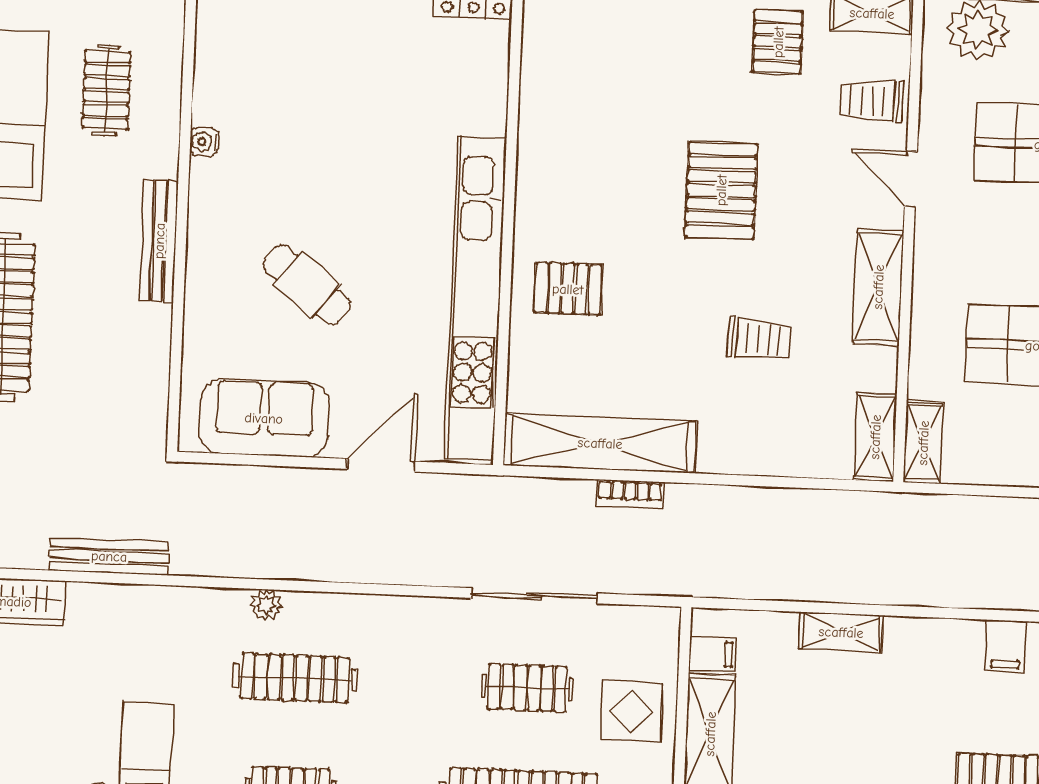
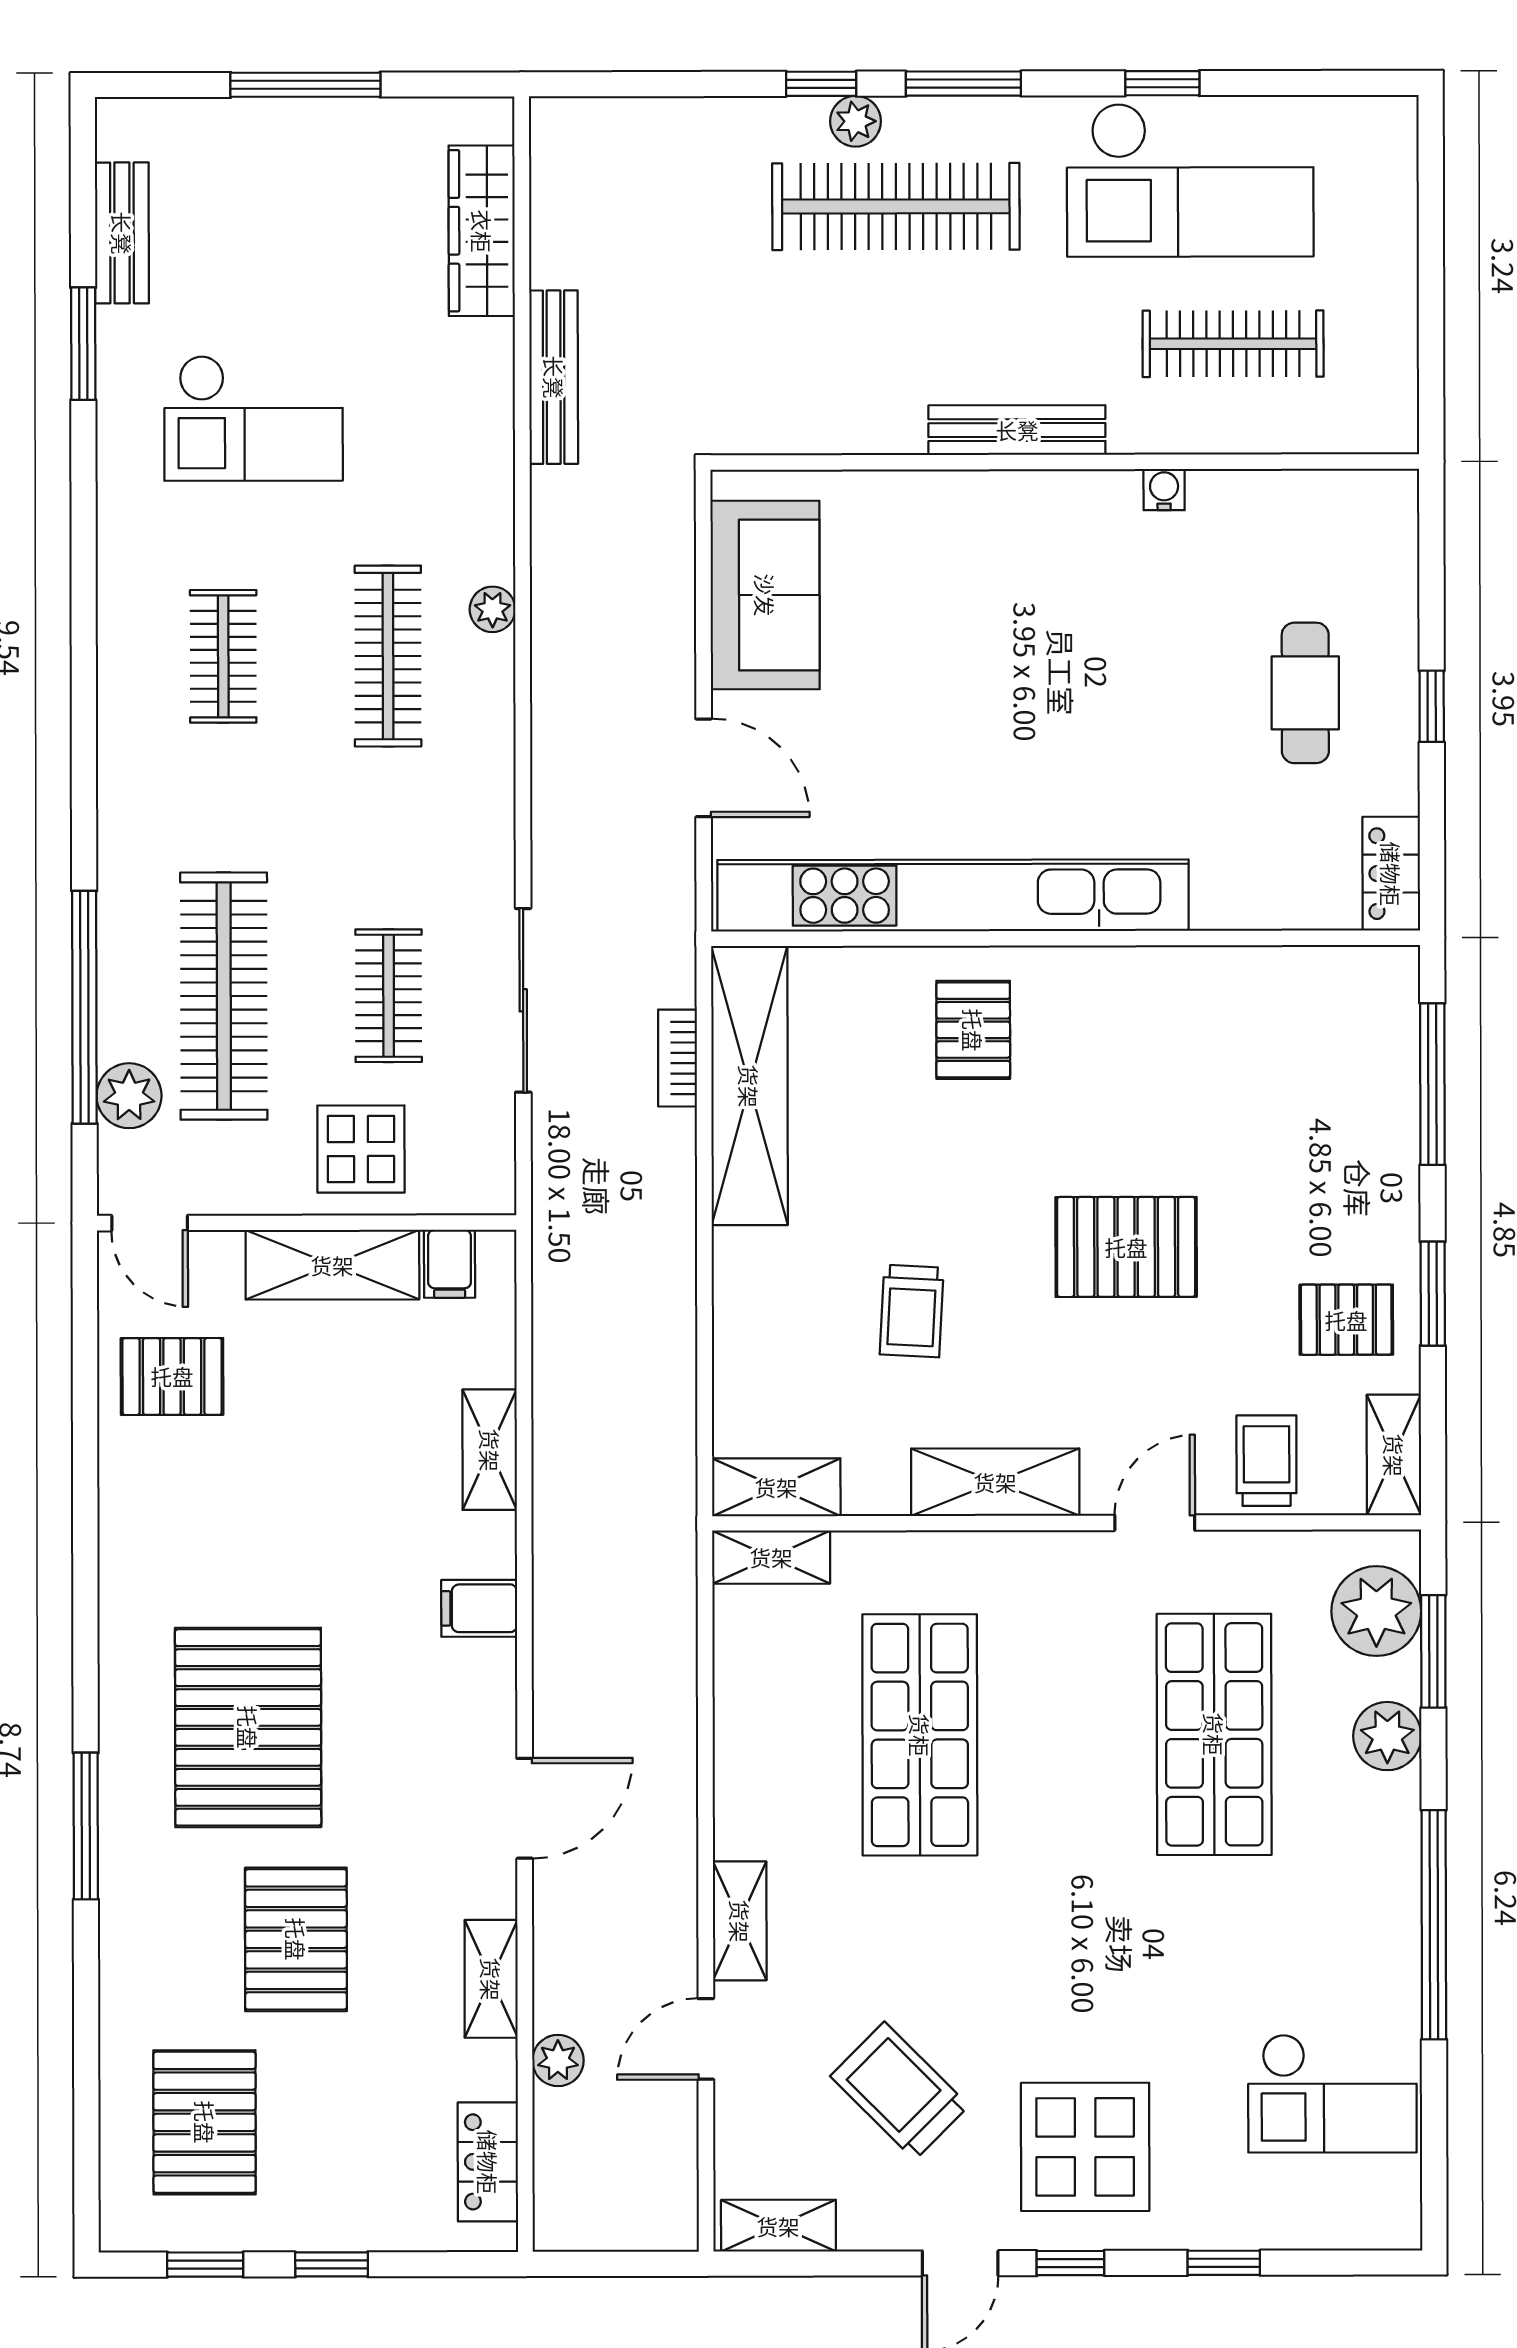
clothes rail: (106, 90) -> (1233, 344), width x1.36
cafe table: (307, 285) -> (1305, 693), moved, turned -38
bookcase: (630, 494) -> (678, 1058), moved
filing cabinet: (1006, 646) -> (479, 1608), moved

